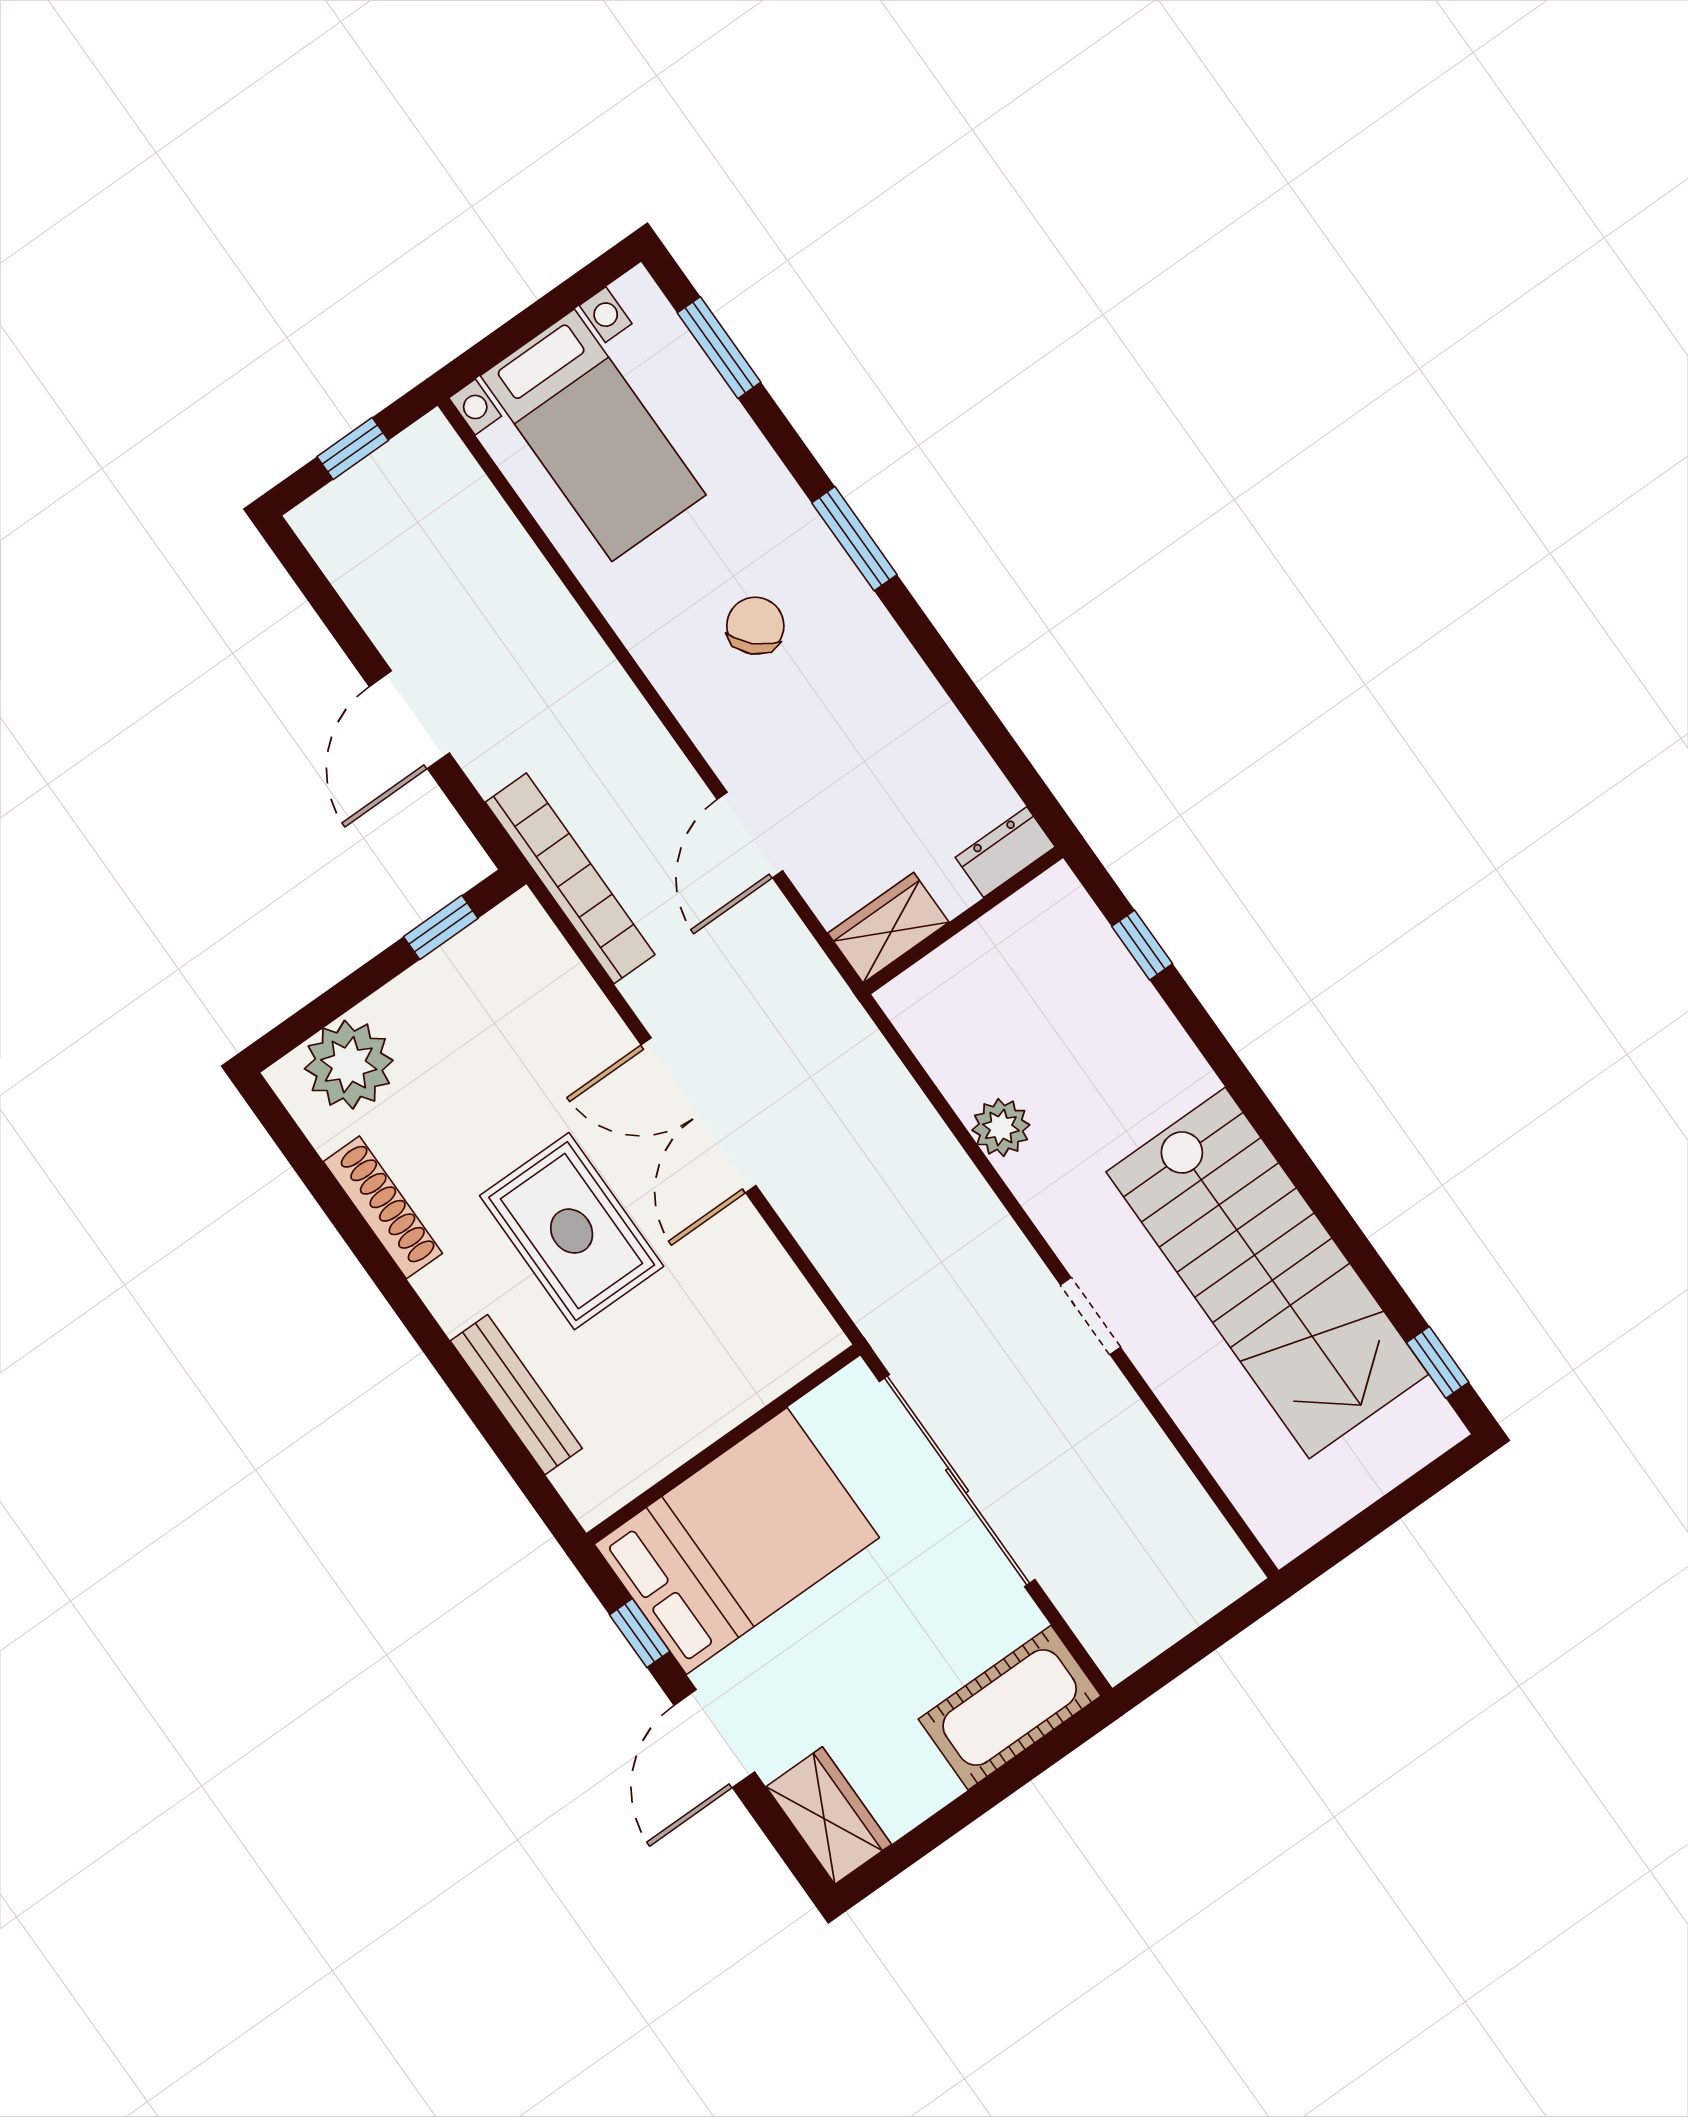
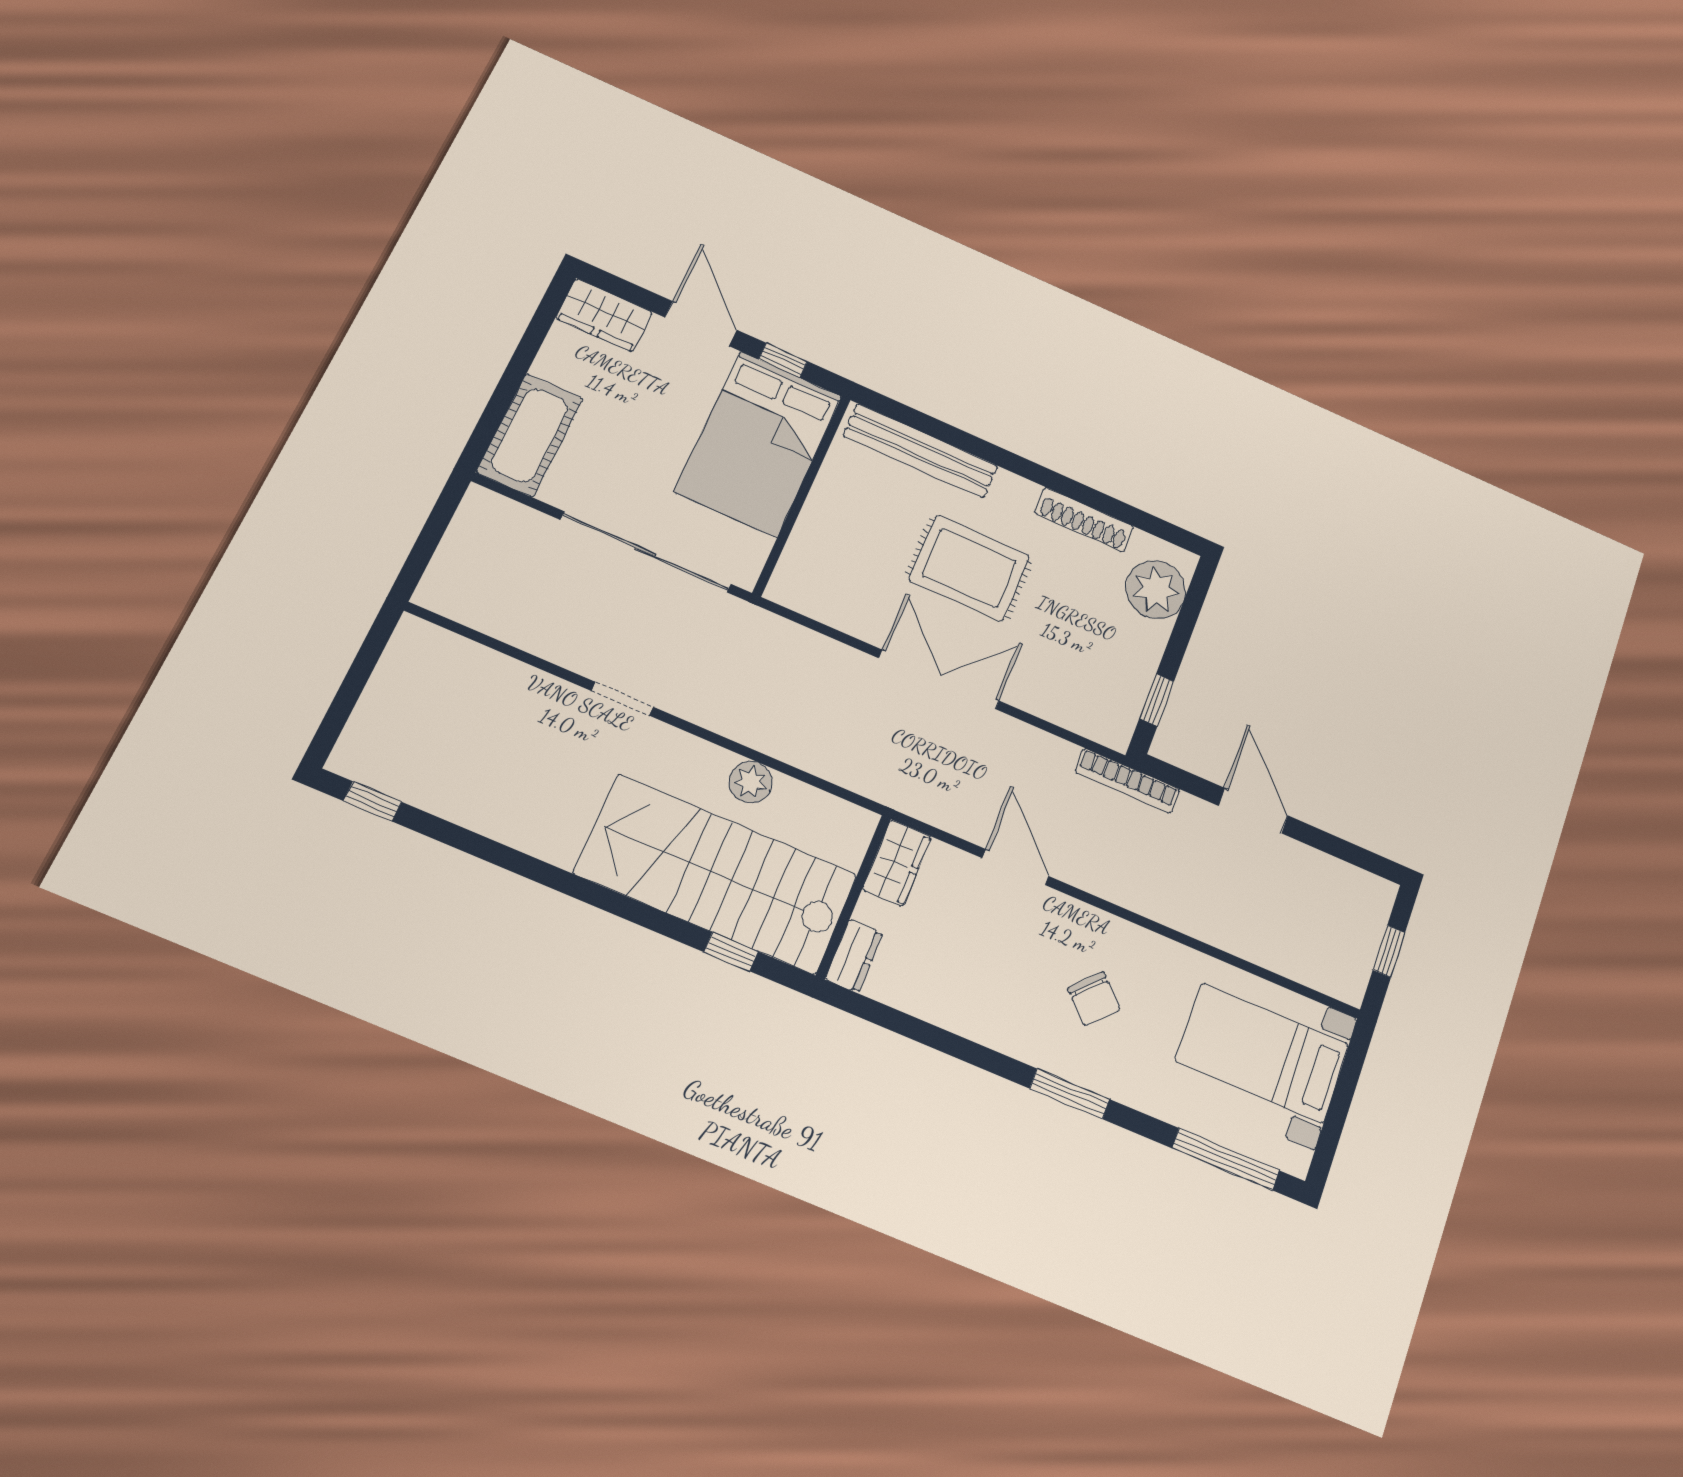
window: (719, 348) -> (1226, 1159), width x1.44
bookcase: (570, 878) -> (1127, 781), width x0.68, depth x0.76
stairs: (1267, 1273) -> (717, 874), moved
bench: (516, 1395) -> (921, 451), width x1.37, depth x1.21

